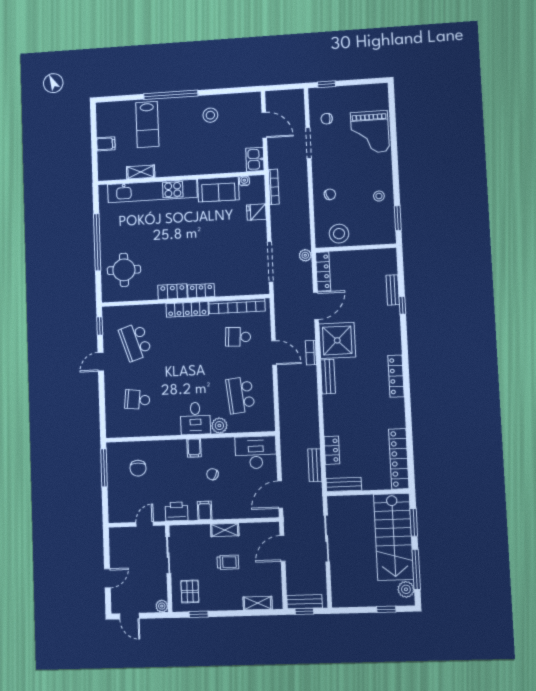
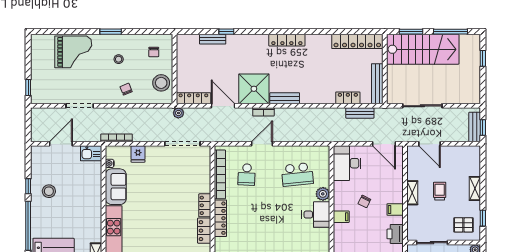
window: (215, 92) -> (28, 186), added
chair: (327, 119) -> (154, 52), moved
stool: (379, 196) -> (119, 59), moved
window: (398, 218) -> (111, 32), moved
bench: (344, 484) -> (377, 84), width x1.36
plant: (406, 589) -> (467, 41), removed
shelving: (258, 603) -> (475, 188), moved

